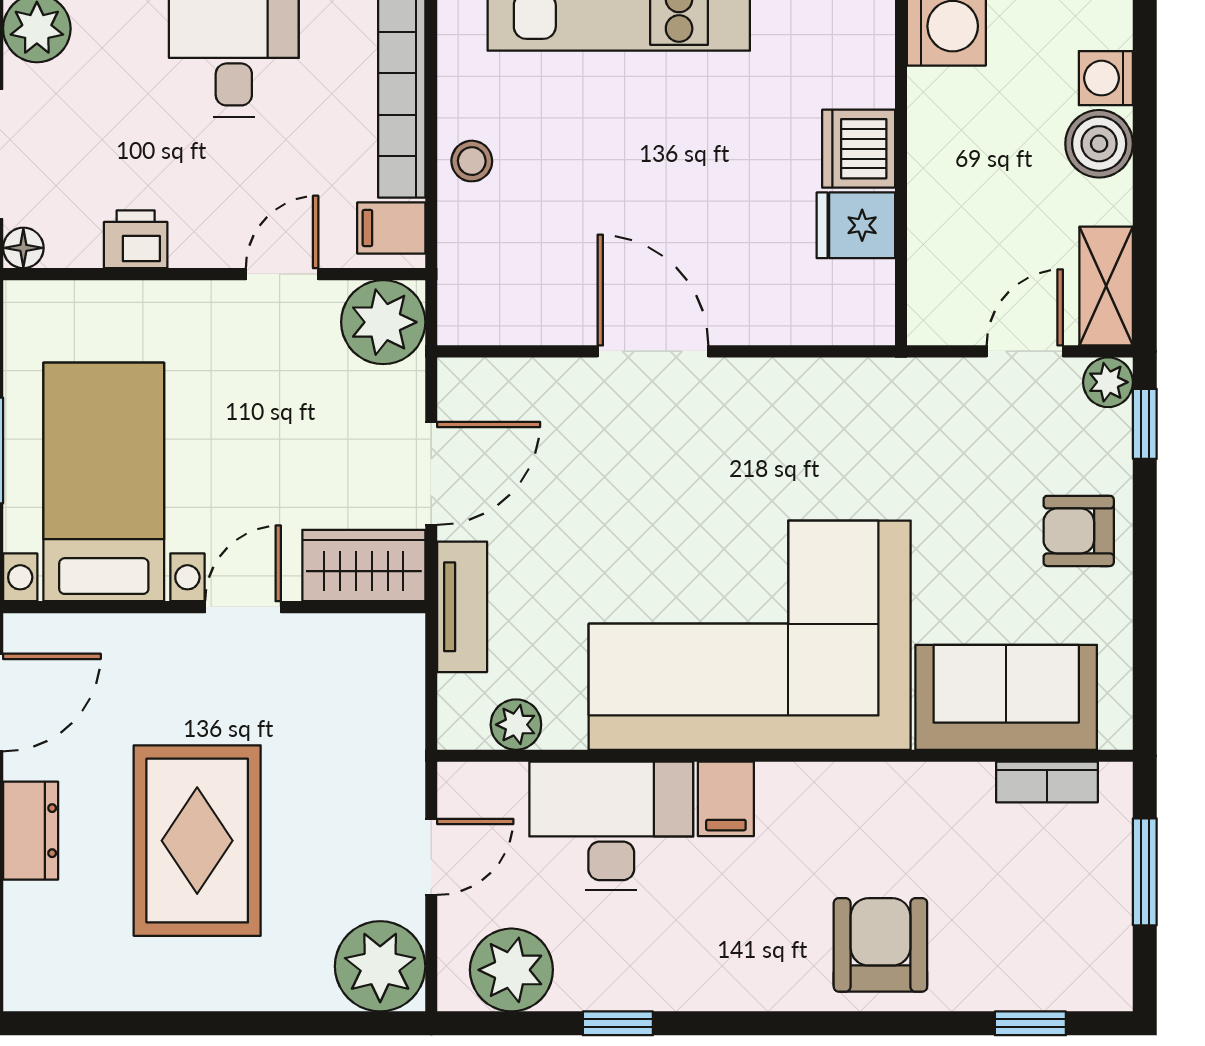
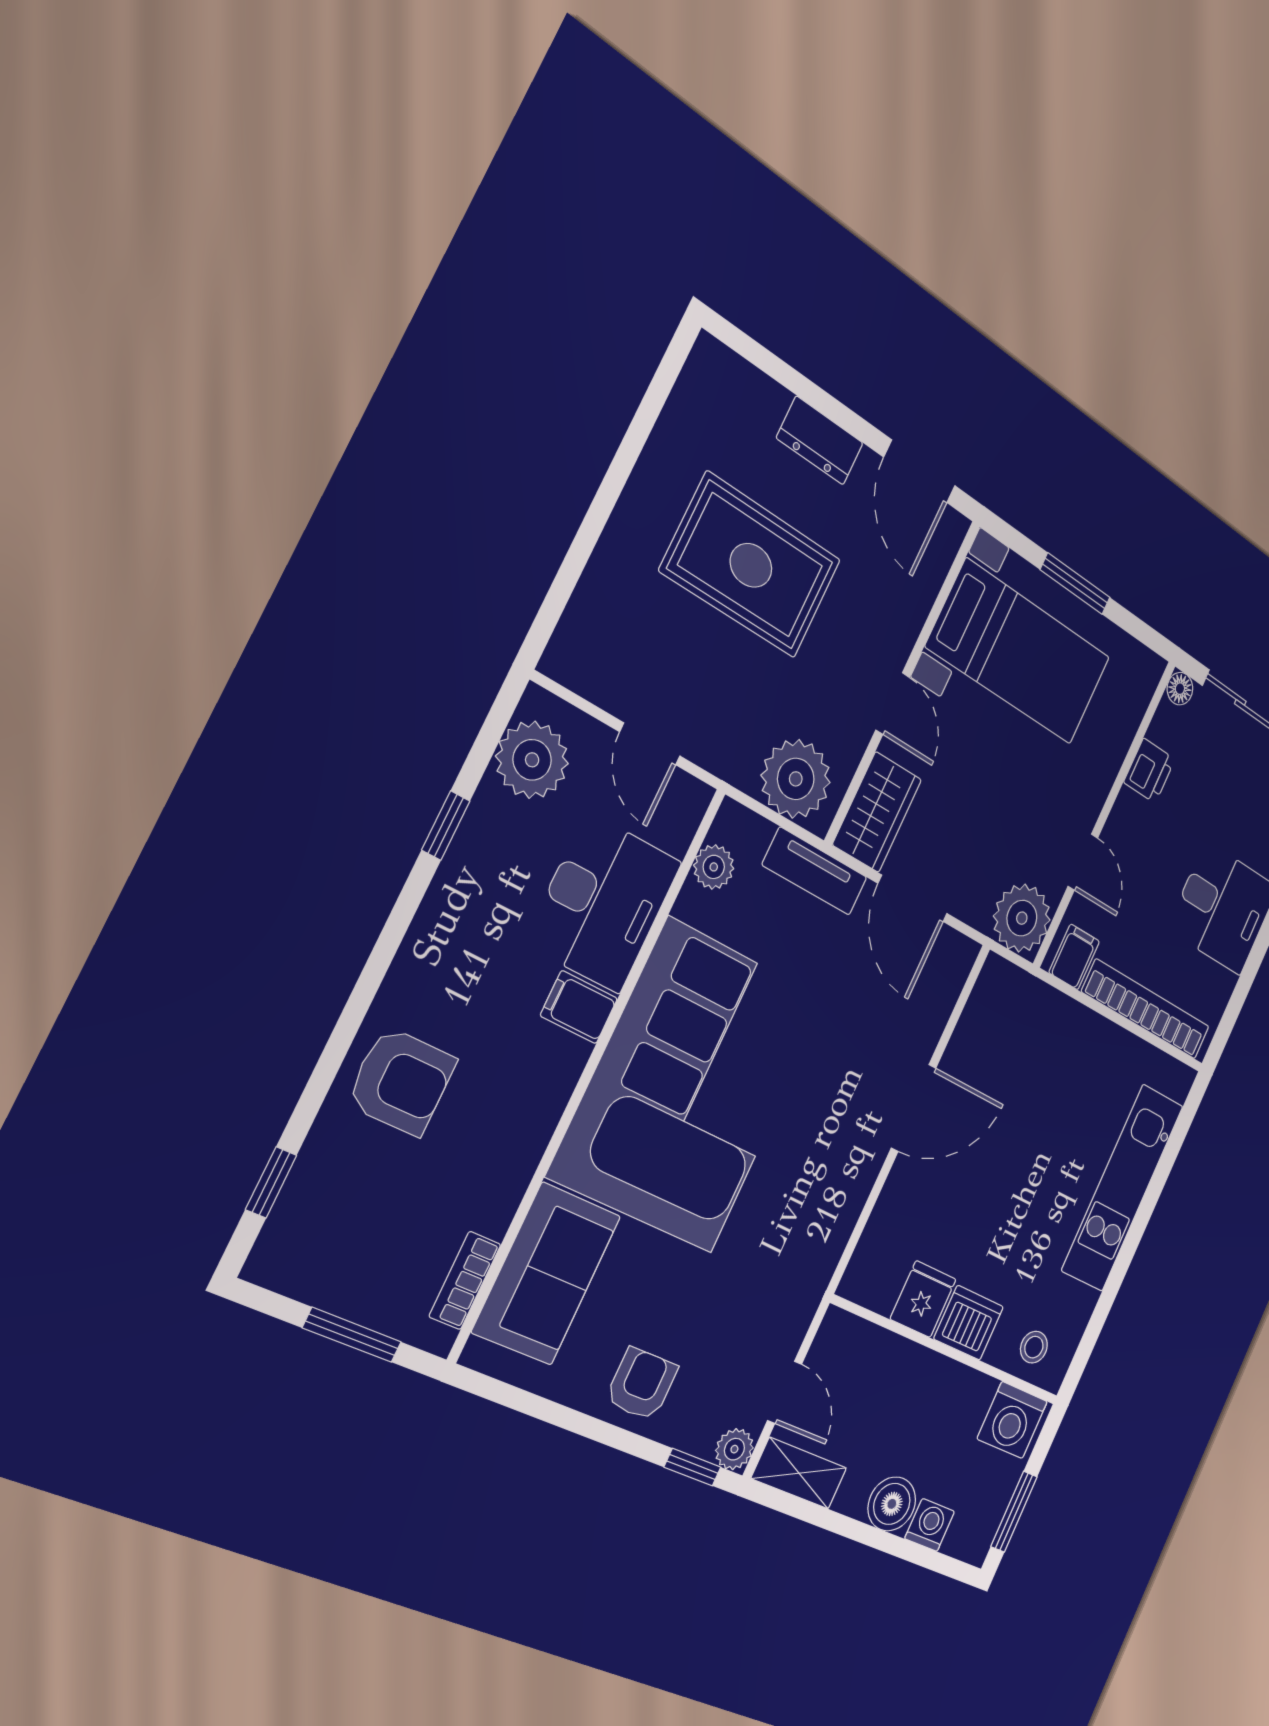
stool: (472, 161) -> (1034, 1347), moved
plant: (380, 966) -> (796, 779), moved

